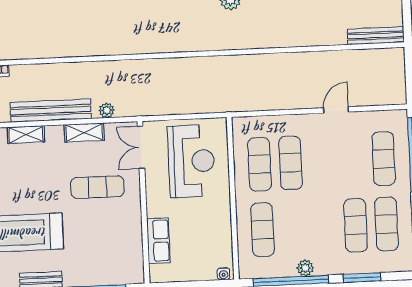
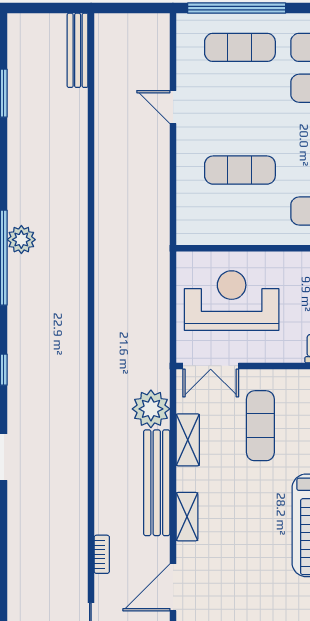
plant: (107, 110) -> (151, 409), width x1.88, depth x1.88
exercise mat: (260, 164) -> (240, 211), removed

